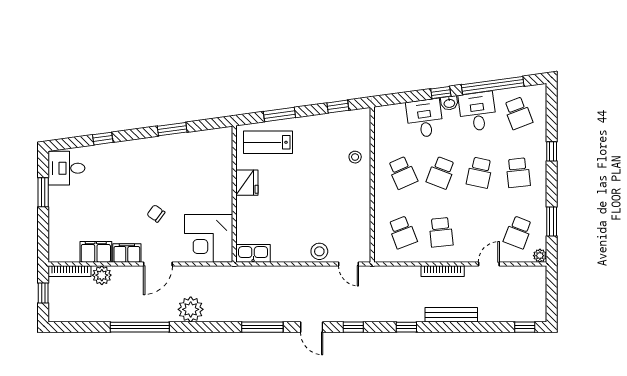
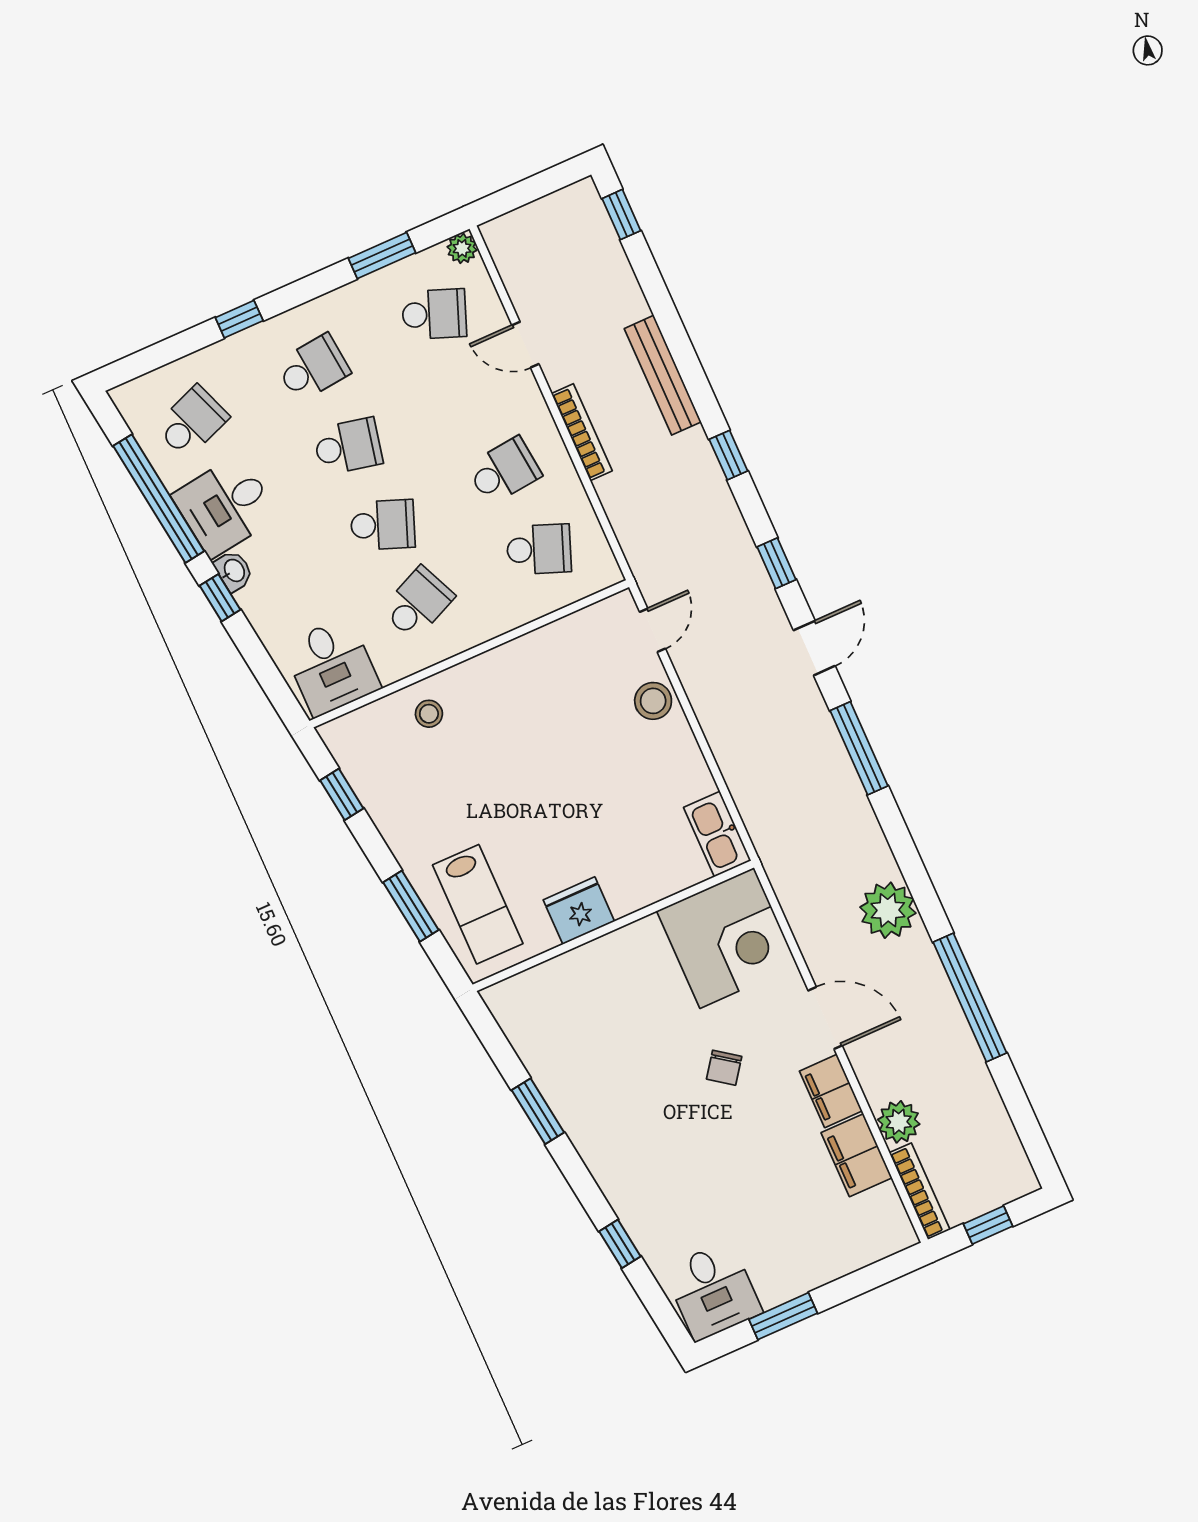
desk: (425, 118) -> (332, 667), moved, turned -82
school desk: (402, 232) -> (539, 549), turned 42

